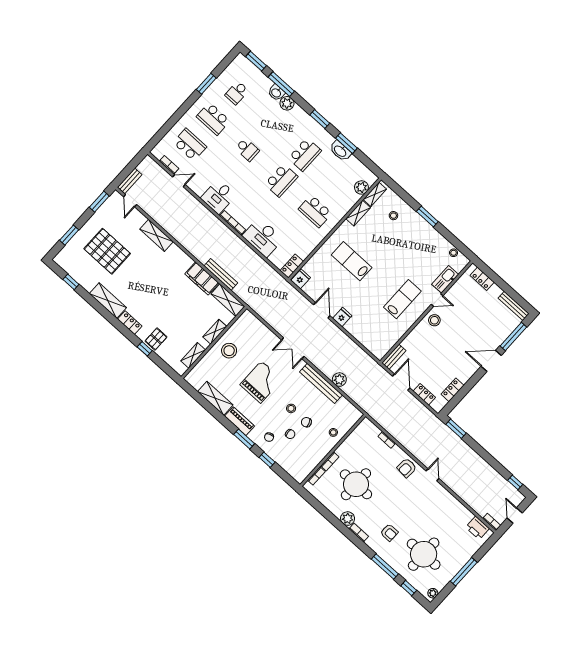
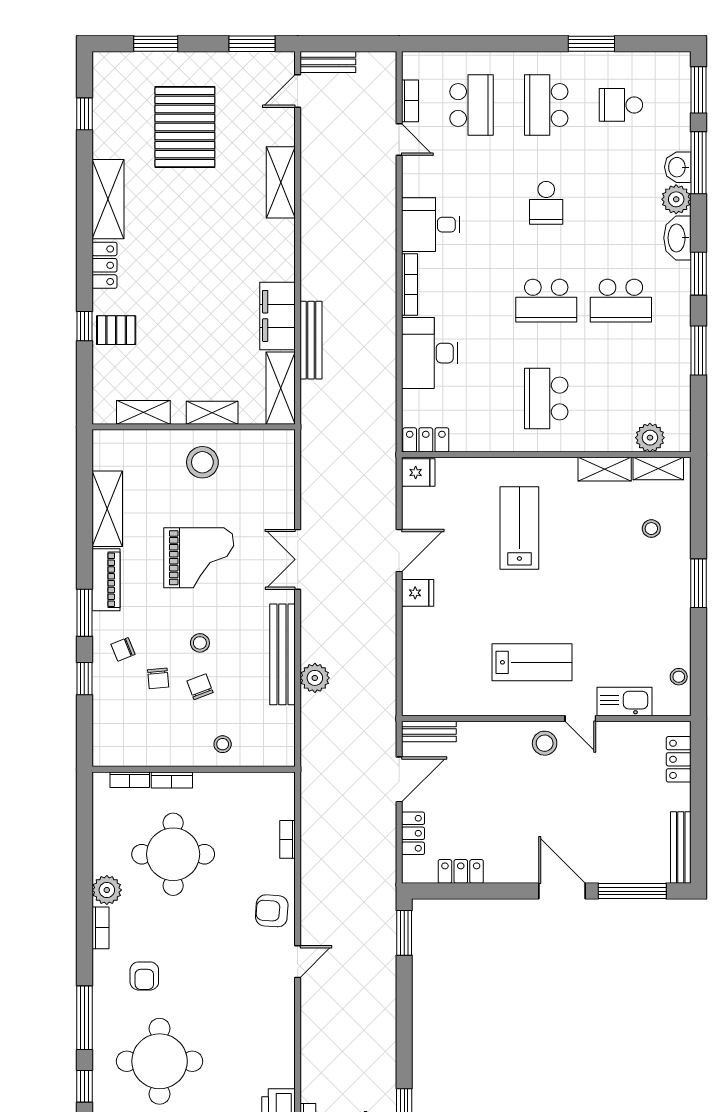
washbasin: (340, 151) -> (677, 238), moved

